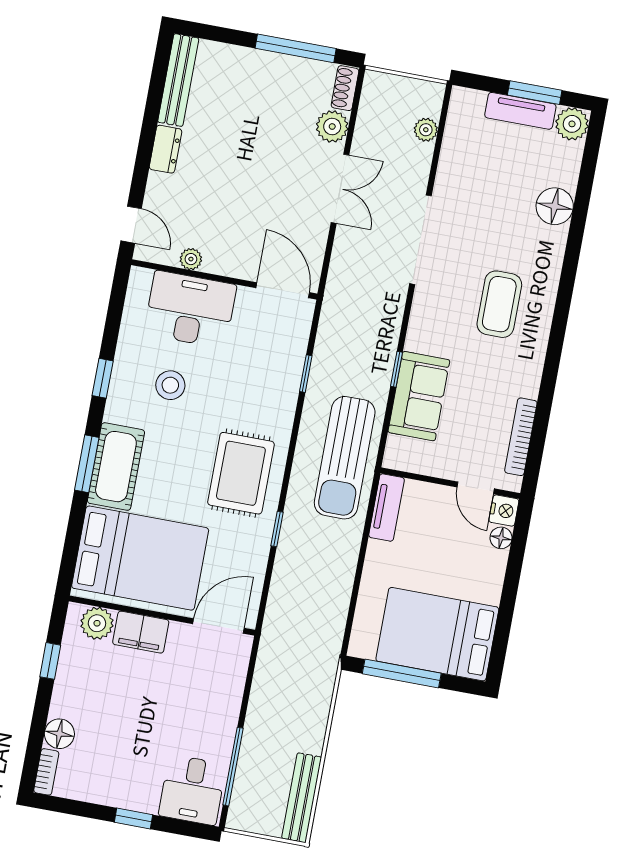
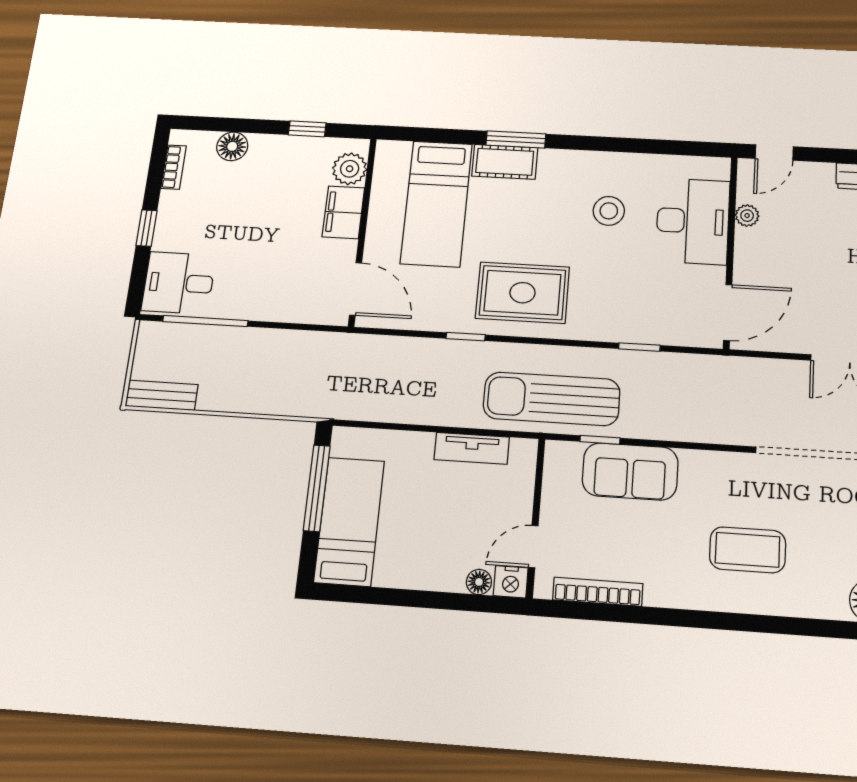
window: (396, 369) -> (600, 440), moved
window: (103, 378) -> (608, 144), removed
cot: (116, 467) -> (505, 162), width x0.73, depth x0.75
tv unit: (387, 507) -> (472, 448), moved
bed: (140, 558) -> (436, 203), width x0.67
bed: (437, 634) -> (349, 521), width x0.67
bookcase: (46, 772) -> (174, 167), moved, turned -90
bench: (302, 798) -> (162, 395), width x0.73

